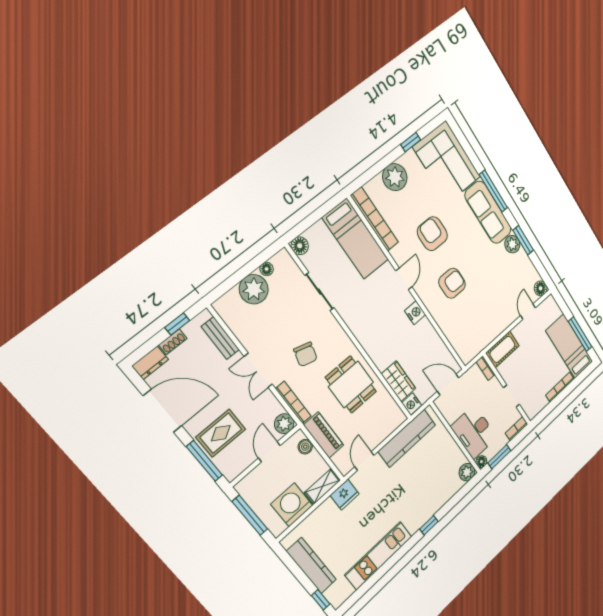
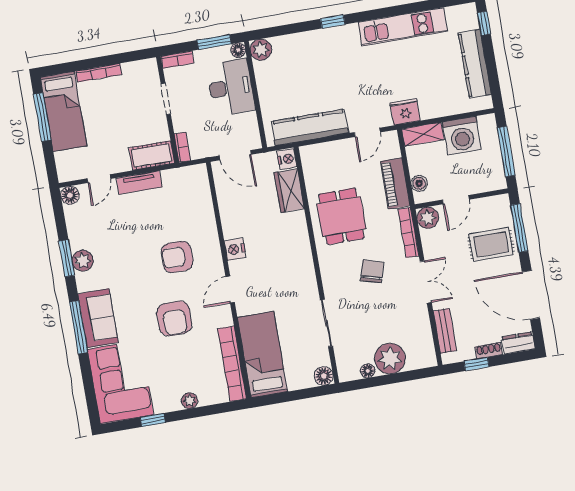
plant: (395, 177) -> (190, 401), width x0.53, depth x0.53
sofa: (488, 212) -> (98, 318), width x0.73
tv unit: (502, 325) -> (139, 183), added

